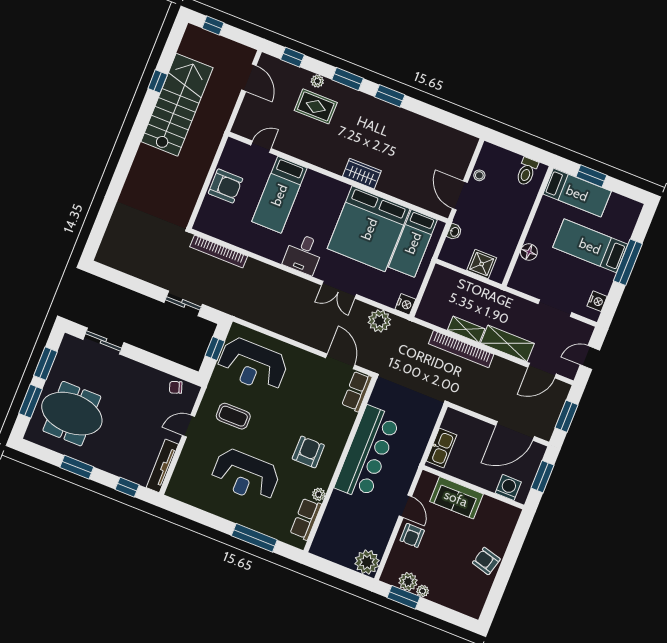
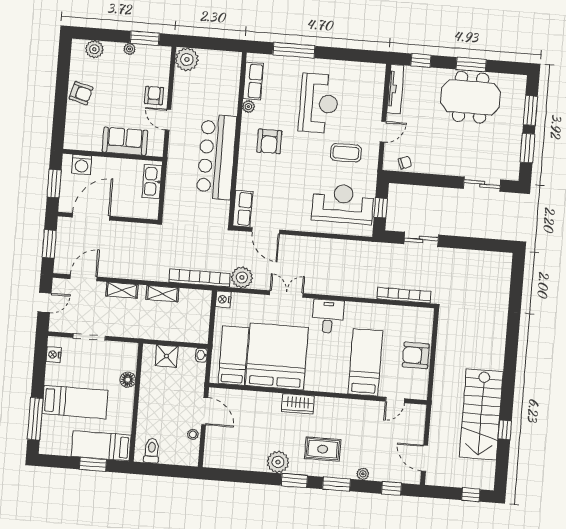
rug: (316, 106) -> (323, 449), moved
plant: (401, 120) -> (278, 462), added
washbasin: (454, 232) -> (201, 355), moved
window: (628, 262) -> (35, 419), moved
shelving: (507, 343) -> (122, 290), width x0.67, depth x0.75
bookcase: (461, 349) -> (200, 278), moved
meeting table: (72, 414) -> (471, 97), moved
reception desk: (245, 475) -> (319, 103), turned 90
plant: (408, 582) -> (94, 49), moved

